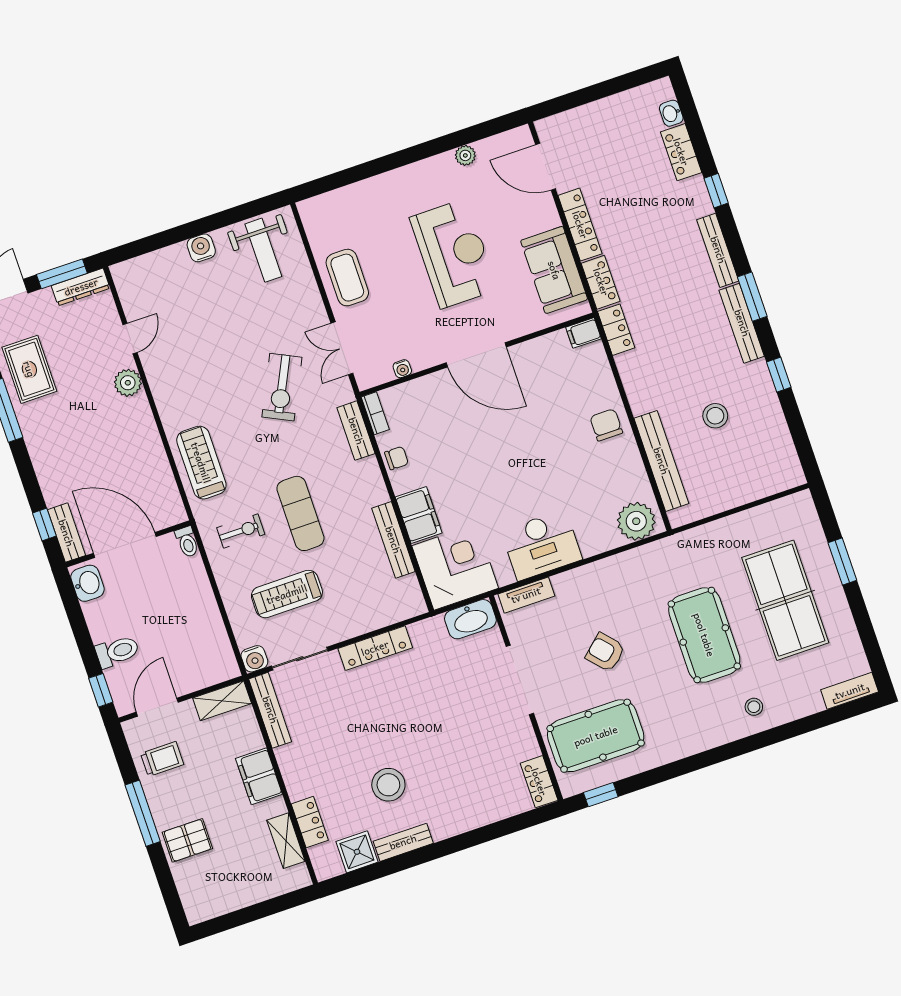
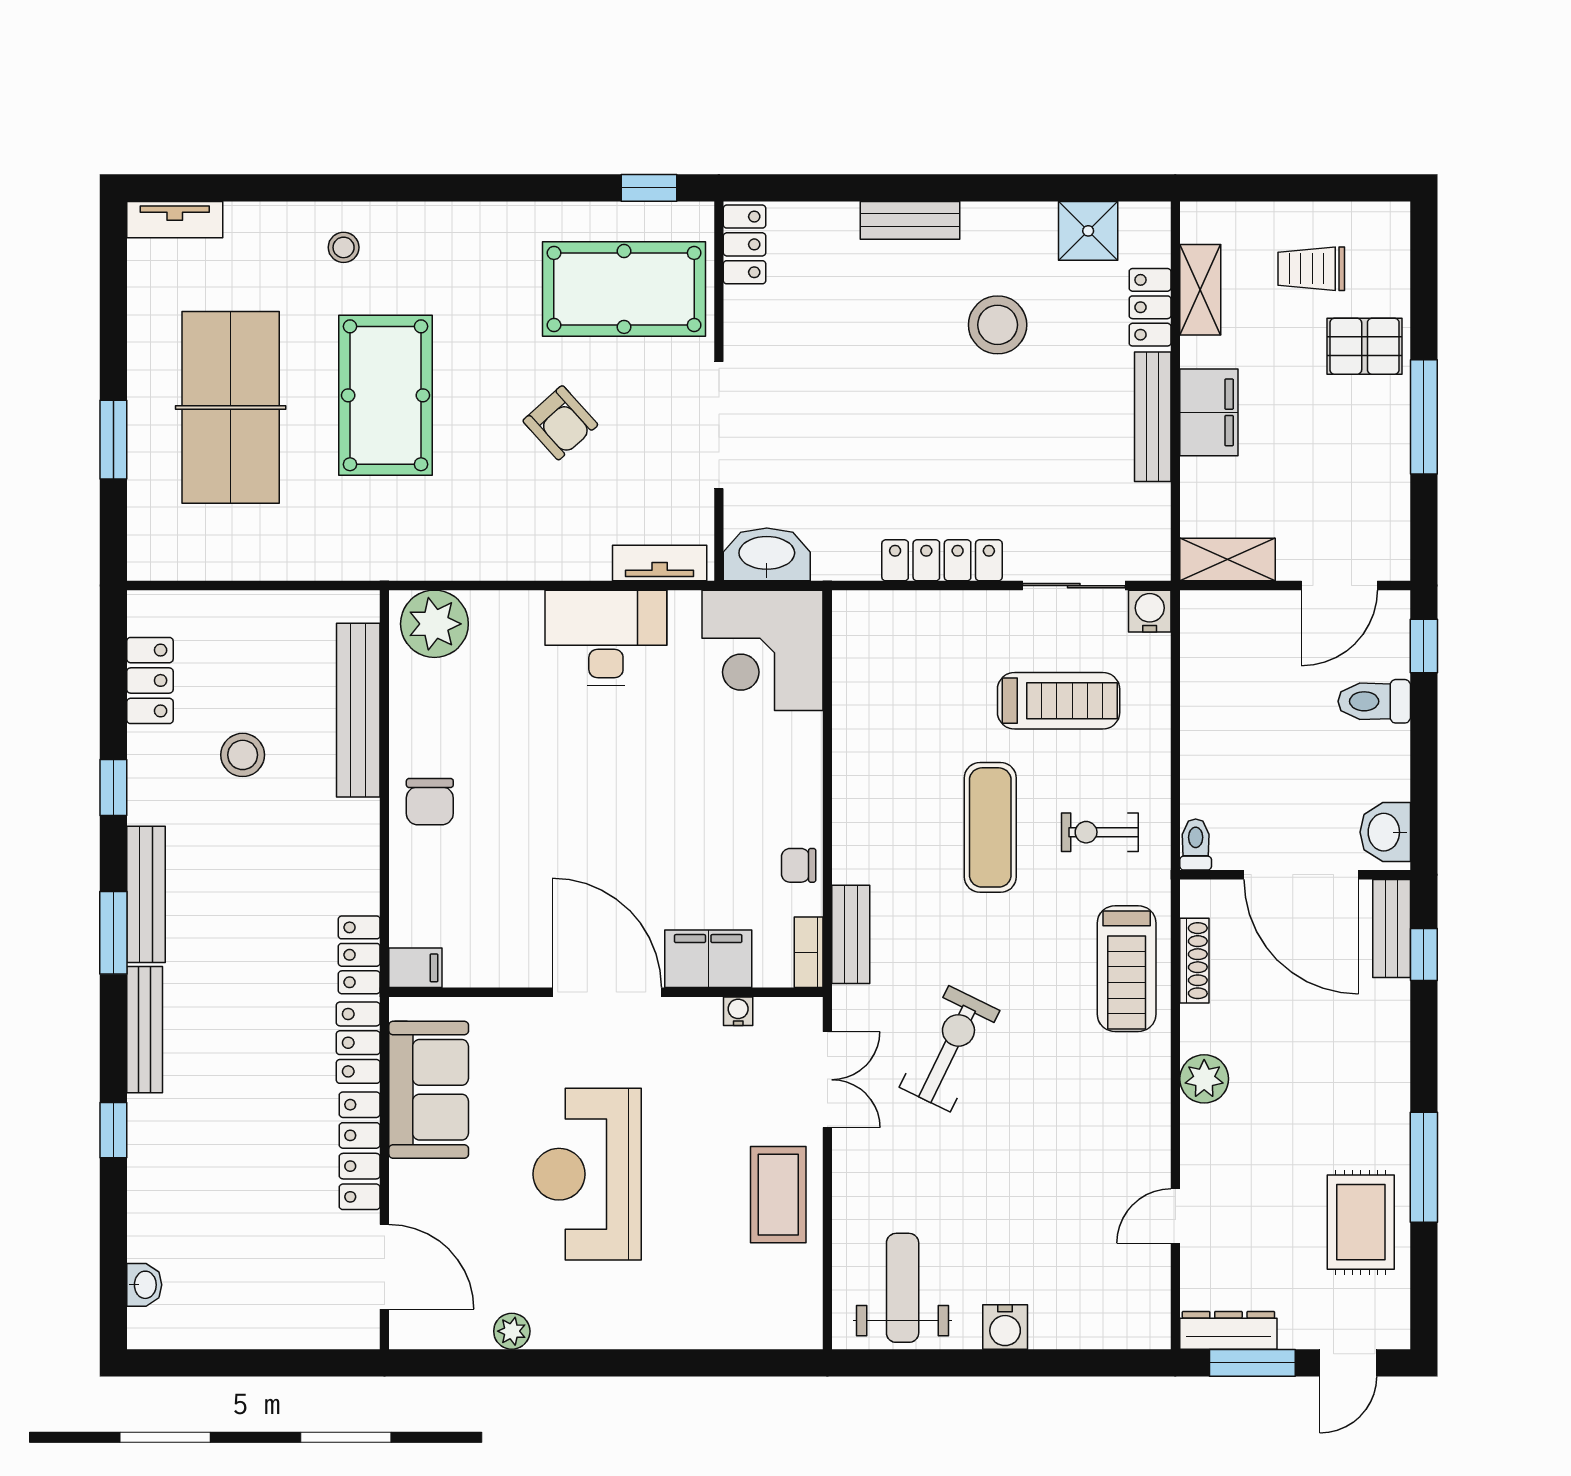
locker: (681, 152) -> (150, 680), moved
plant: (128, 383) -> (1204, 1079), moved
shoe rack: (167, 479) -> (1194, 961), added
filing cabinet: (419, 515) -> (708, 959), moved, turned 90
bench: (393, 540) -> (850, 731), removed
bench: (270, 710) -> (1153, 417), moved
trolley: (162, 759) -> (1311, 269), moved
bench: (403, 842) -> (910, 220), moved

